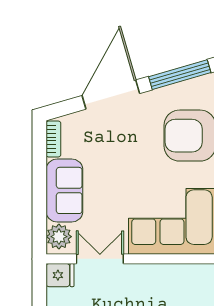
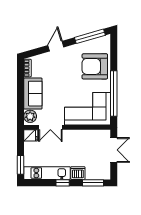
door: (111, 95) -> (56, 46), width x0.53
double door: (100, 259) -> (50, 127), swing flipped

